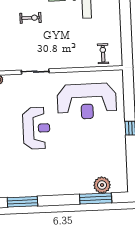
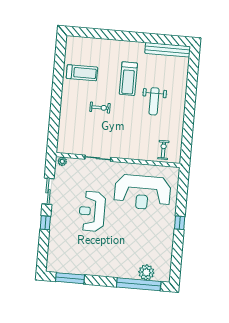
reception desk: (36, 128) -> (92, 211), turned 180
window: (96, 199) -> (139, 284), width x1.46

